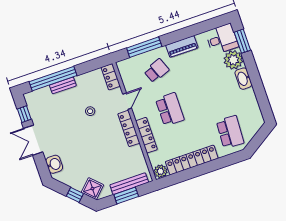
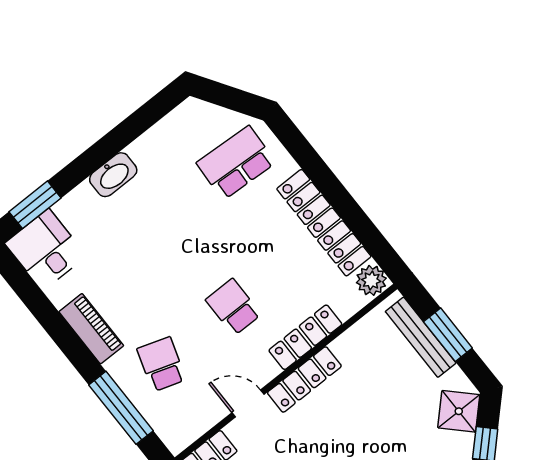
plant: (233, 60) -> (81, 210), removed
school desk: (156, 71) -> (161, 364), turned 39
school desk: (170, 109) -> (233, 307), width x0.54

